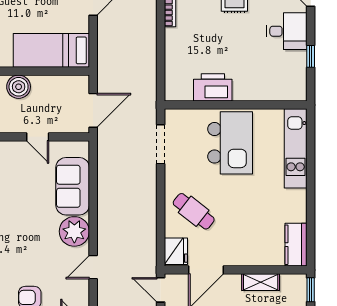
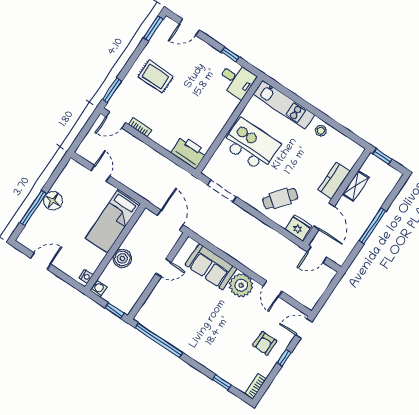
desk: (287, 31) -> (237, 80), moved, turned 90
printer: (213, 87) -> (189, 152), moved, turned 90
stool: (294, 206) -> (321, 131), added
kitchen counter: (296, 245) -> (334, 181), moved, turned 90

